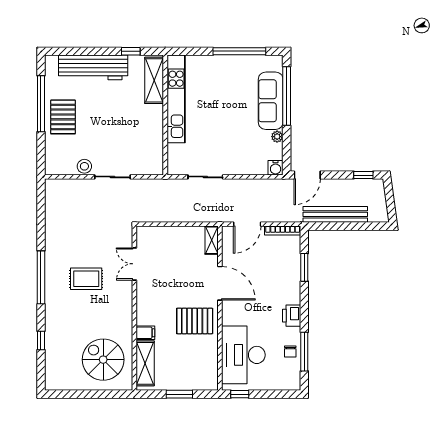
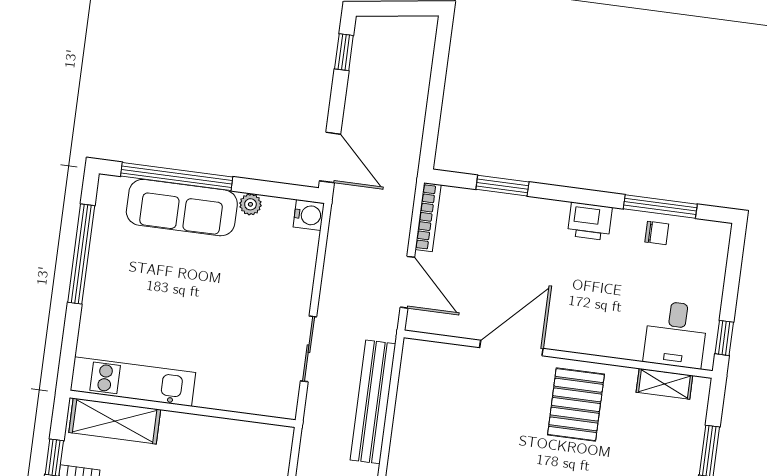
kitchen unit: (176, 99) -> (133, 382), width x0.73
bench: (335, 214) -> (373, 402), moved
shelving: (212, 240) -> (664, 384), moved
desk: (243, 355) -> (676, 334), width x0.53, depth x0.77

